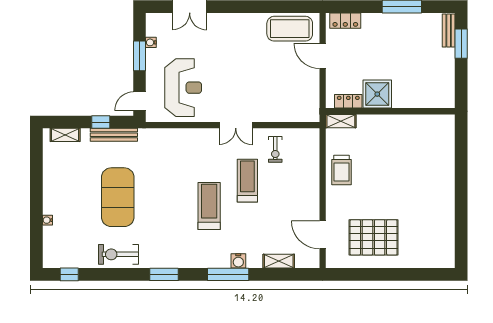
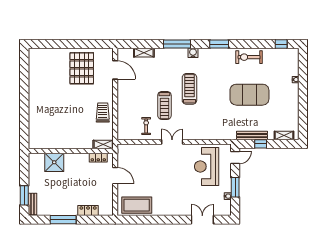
locker: (345, 21) -> (88, 210), moved
door: (323, 56) -> (115, 176), moved
shower: (377, 94) -> (54, 162), moved
exercise mat: (118, 197) -> (249, 95), turned 90
treadmill: (209, 206) -> (189, 89), turned 180
pallet: (374, 237) -> (82, 68), turned 90
exercise bike: (118, 254) -> (249, 57), turned 180
water cooler: (238, 261) -> (193, 53), moved

